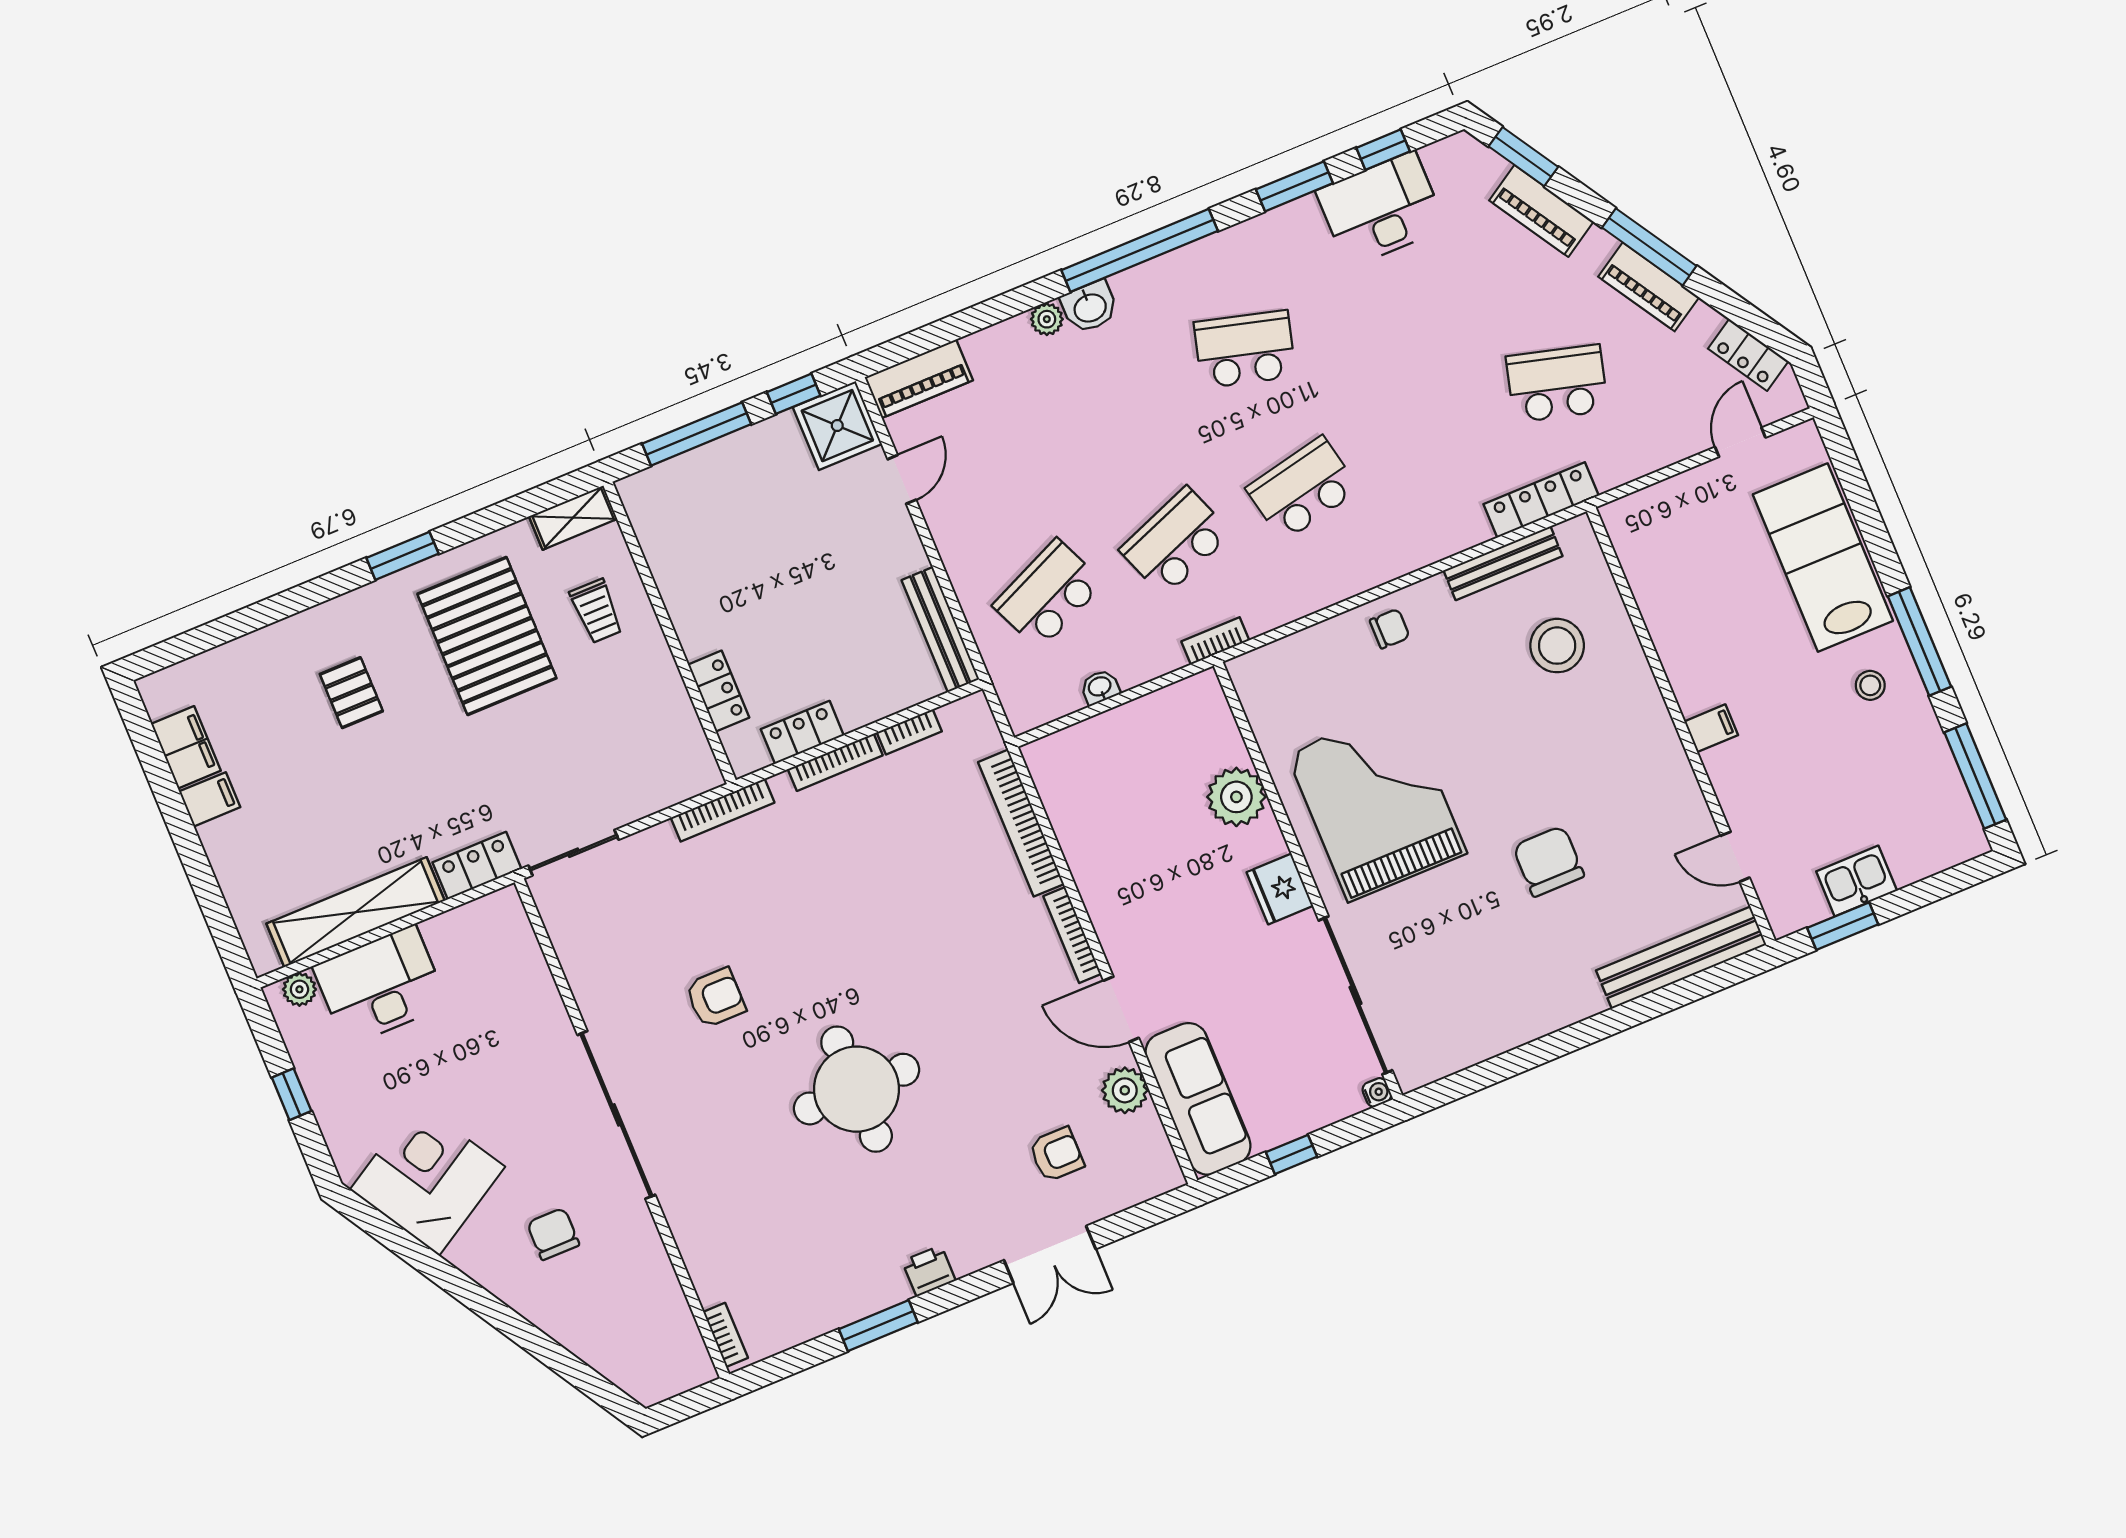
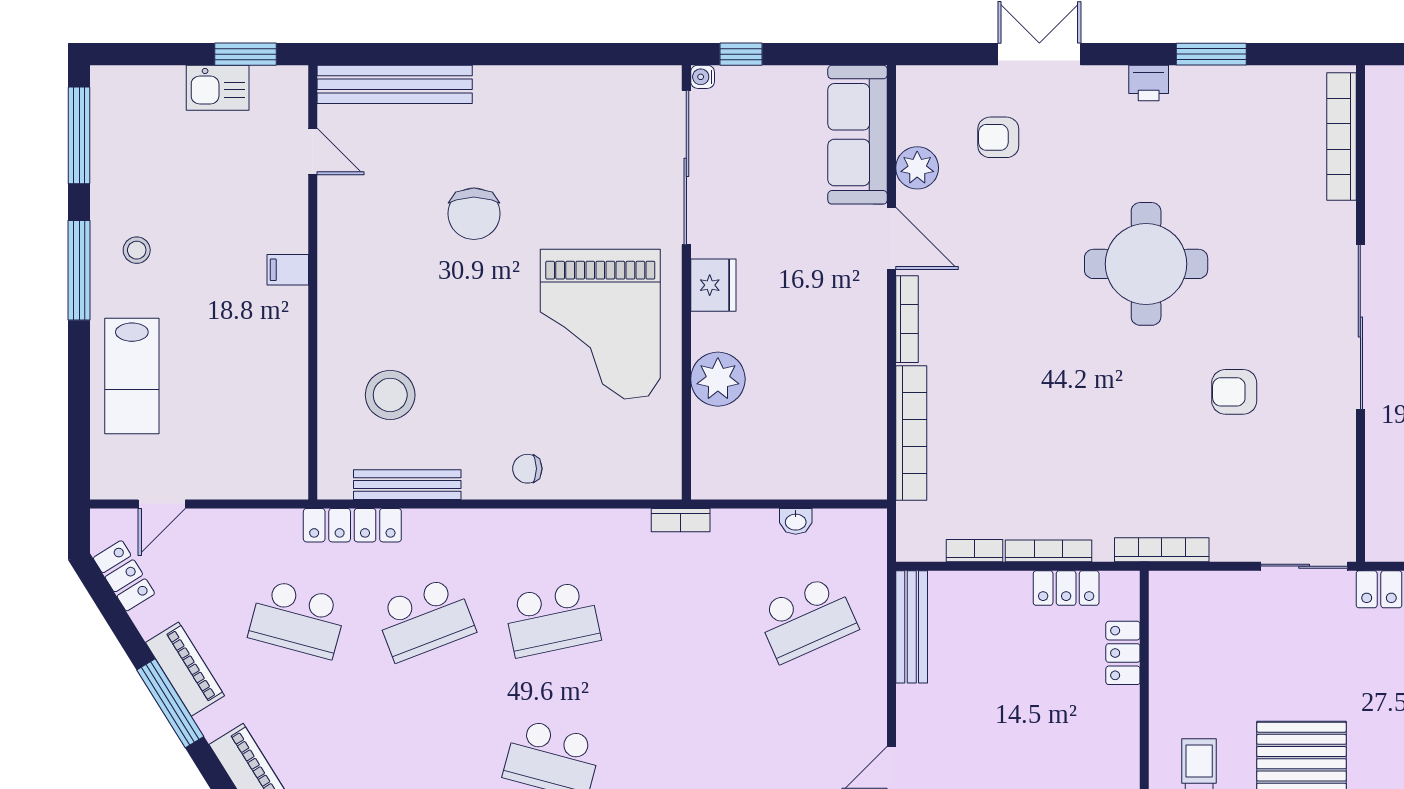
school desk: (1175, 542) -> (425, 619), moved
lab bench: (1823, 558) -> (132, 376), width x0.73, depth x0.72
window: (1291, 1154) -> (741, 54), moved
bookcase: (726, 1335) -> (1342, 136), width x2.31, depth x1.31

